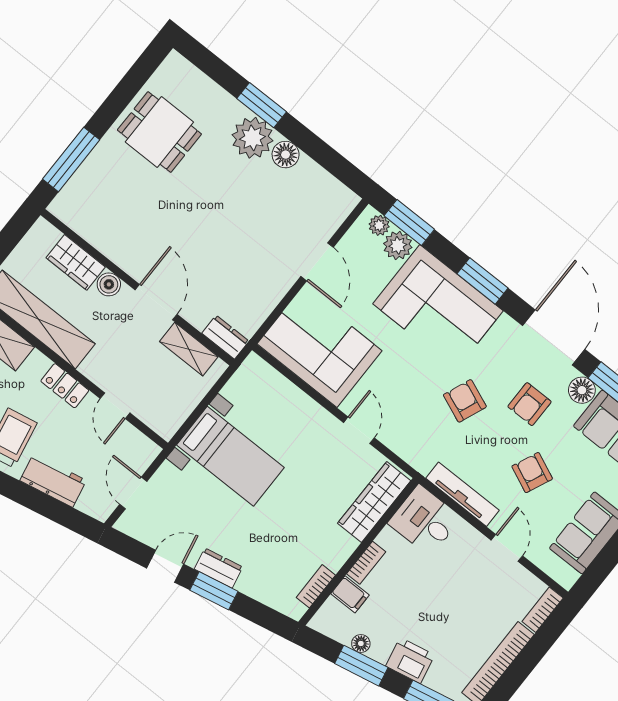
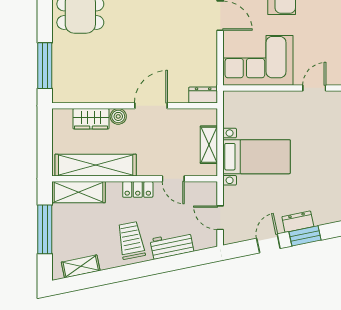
door: (156, 302) -> (151, 106), hinge flipped
shelving: (189, 349) -> (209, 145), moved, turned 90
door: (359, 430) -> (314, 88), hinge flipped

